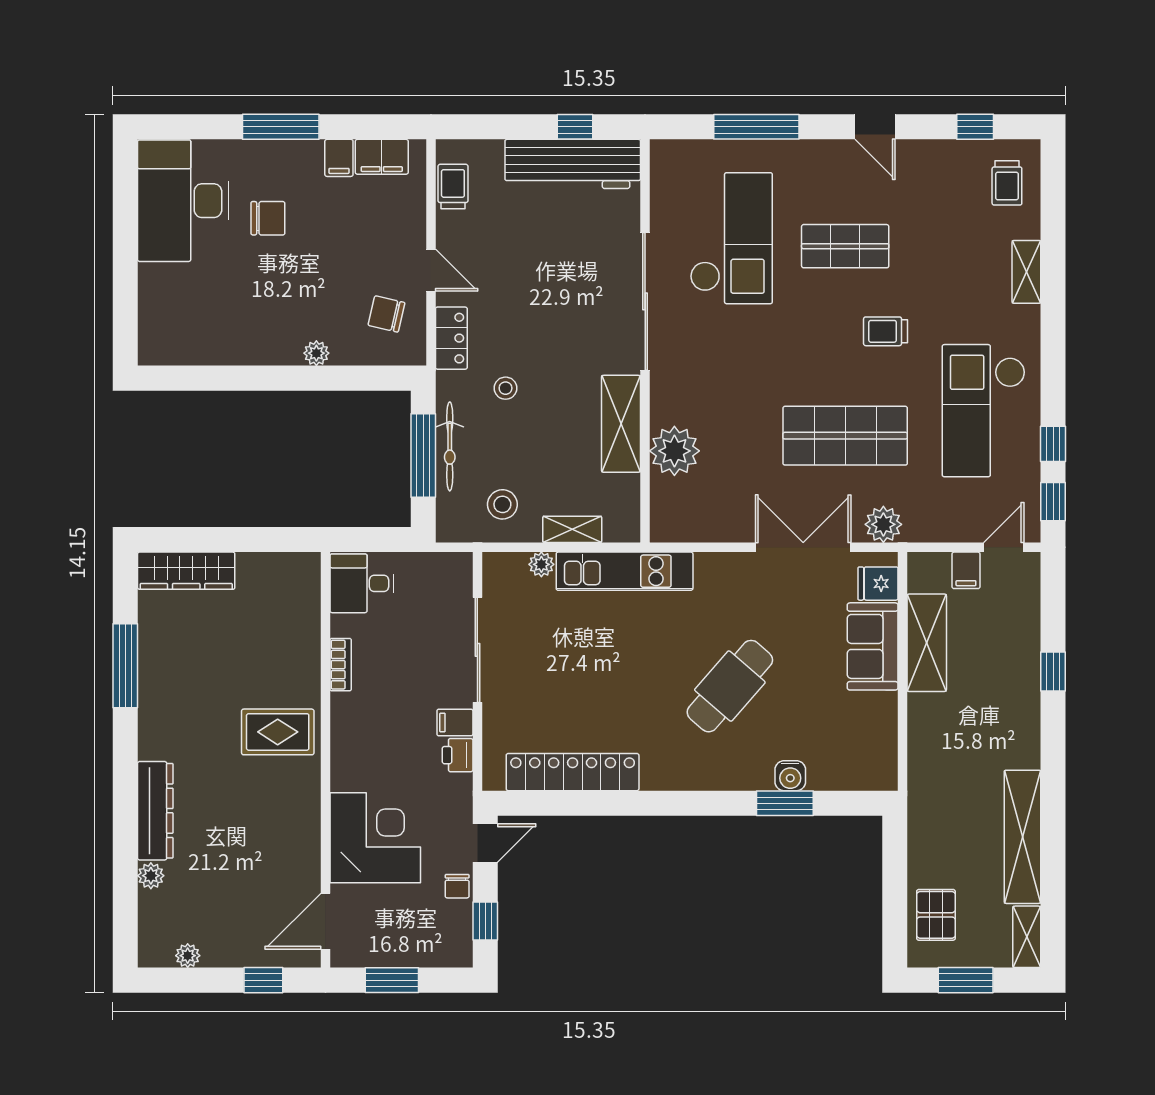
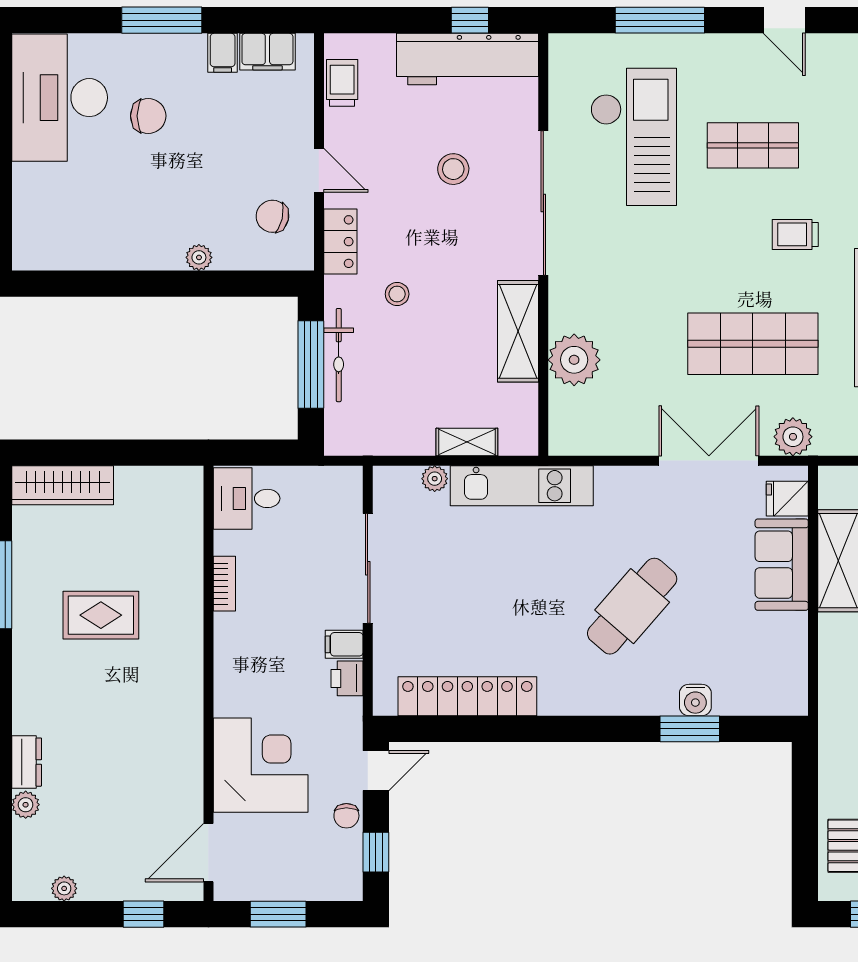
stool: (502, 504) -> (453, 169), moved
rug: (278, 732) -> (101, 615), moved
dresser: (155, 811) -> (27, 762), width x0.51, depth x0.80

